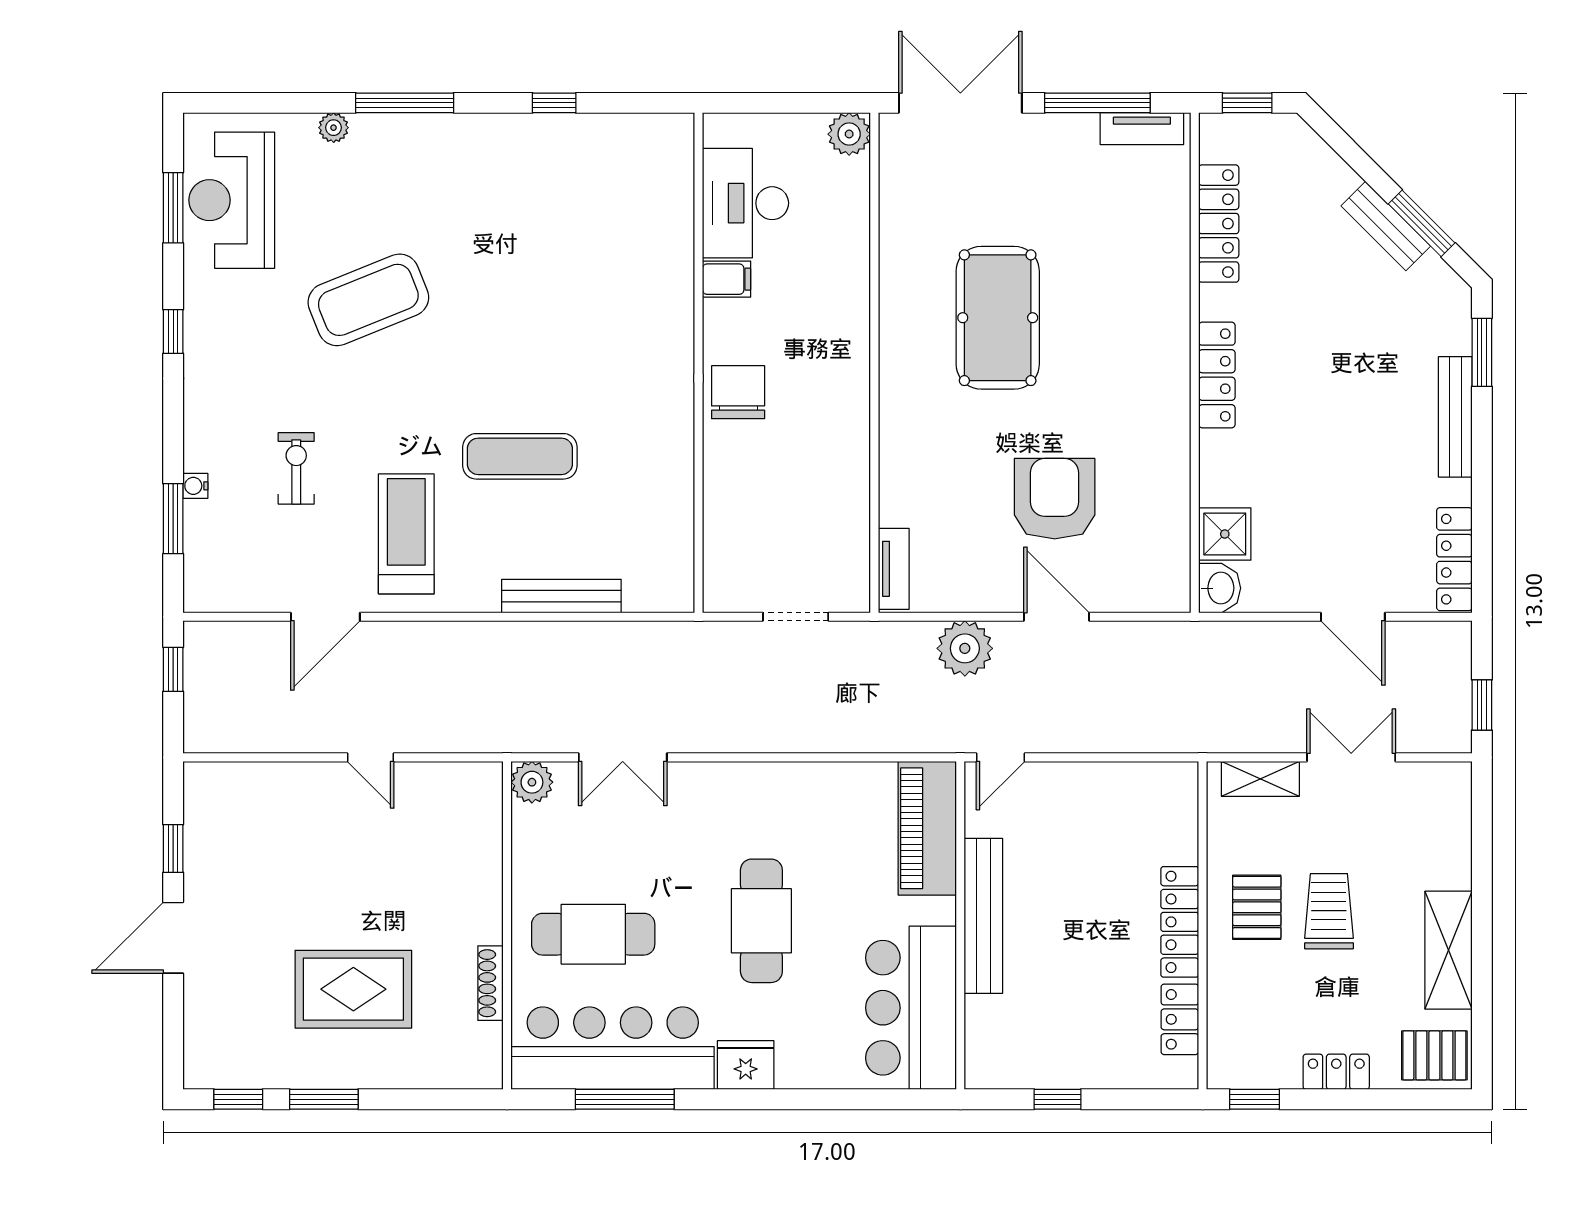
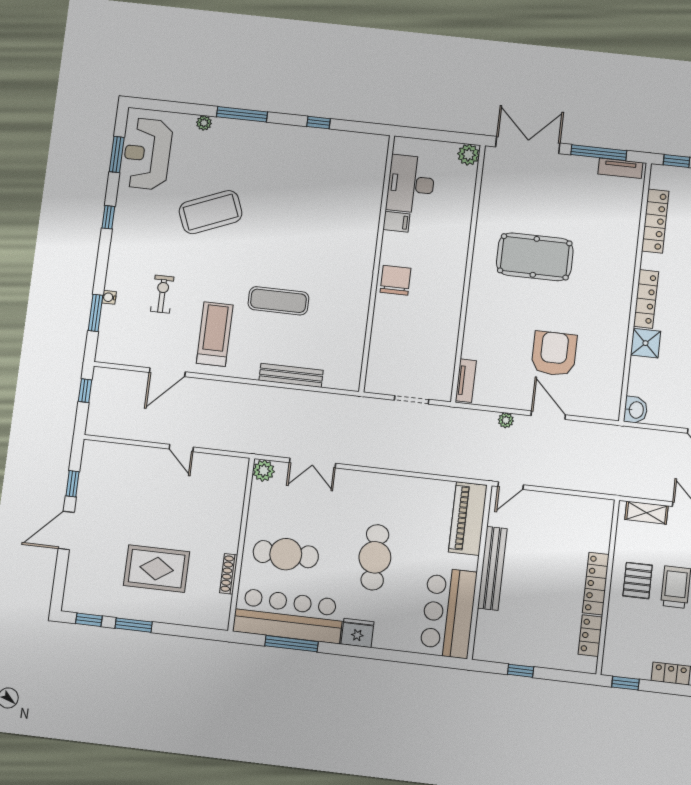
pool table: (998, 318) -> (535, 257), turned 90
shower: (1225, 534) -> (645, 343), moved
plant: (965, 648) -> (506, 420), width x0.53, depth x0.53

